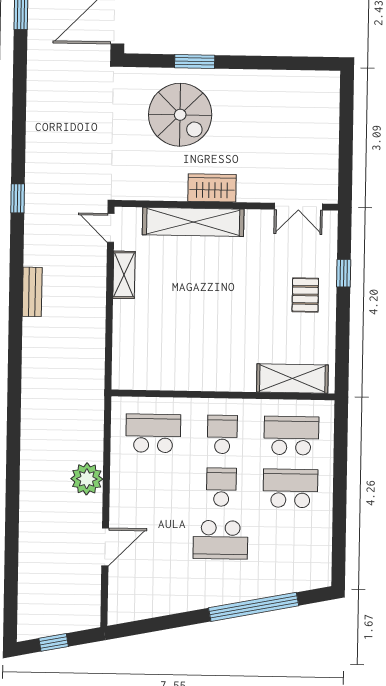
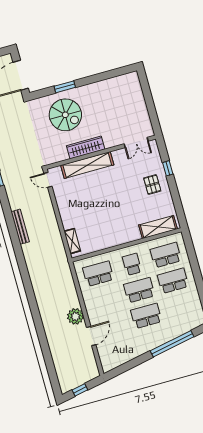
wardrobe: (212, 188) -> (86, 147), width x1.50
shelving: (124, 275) -> (72, 241), moved
bench: (32, 292) -> (20, 227), width x1.36
plant: (87, 479) -> (75, 316), moved
school desk: (221, 487) -> (139, 290), width x1.85
school desk: (220, 540) -> (146, 316), turned 180

